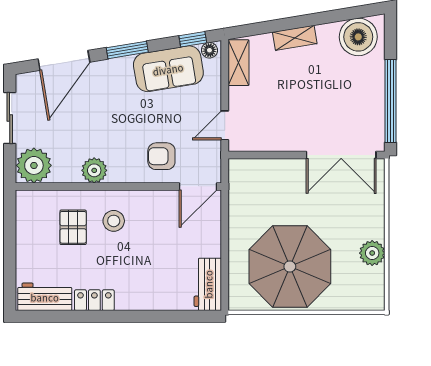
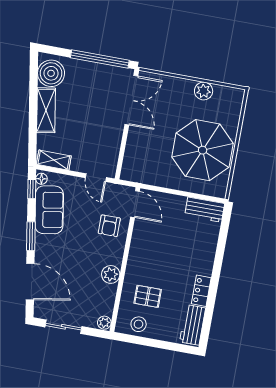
shelving: (295, 38) -> (46, 110), width x1.50, depth x1.33
plant: (34, 165) -> (104, 323), width x0.53, depth x0.53
stool: (114, 221) -> (139, 324), moved

